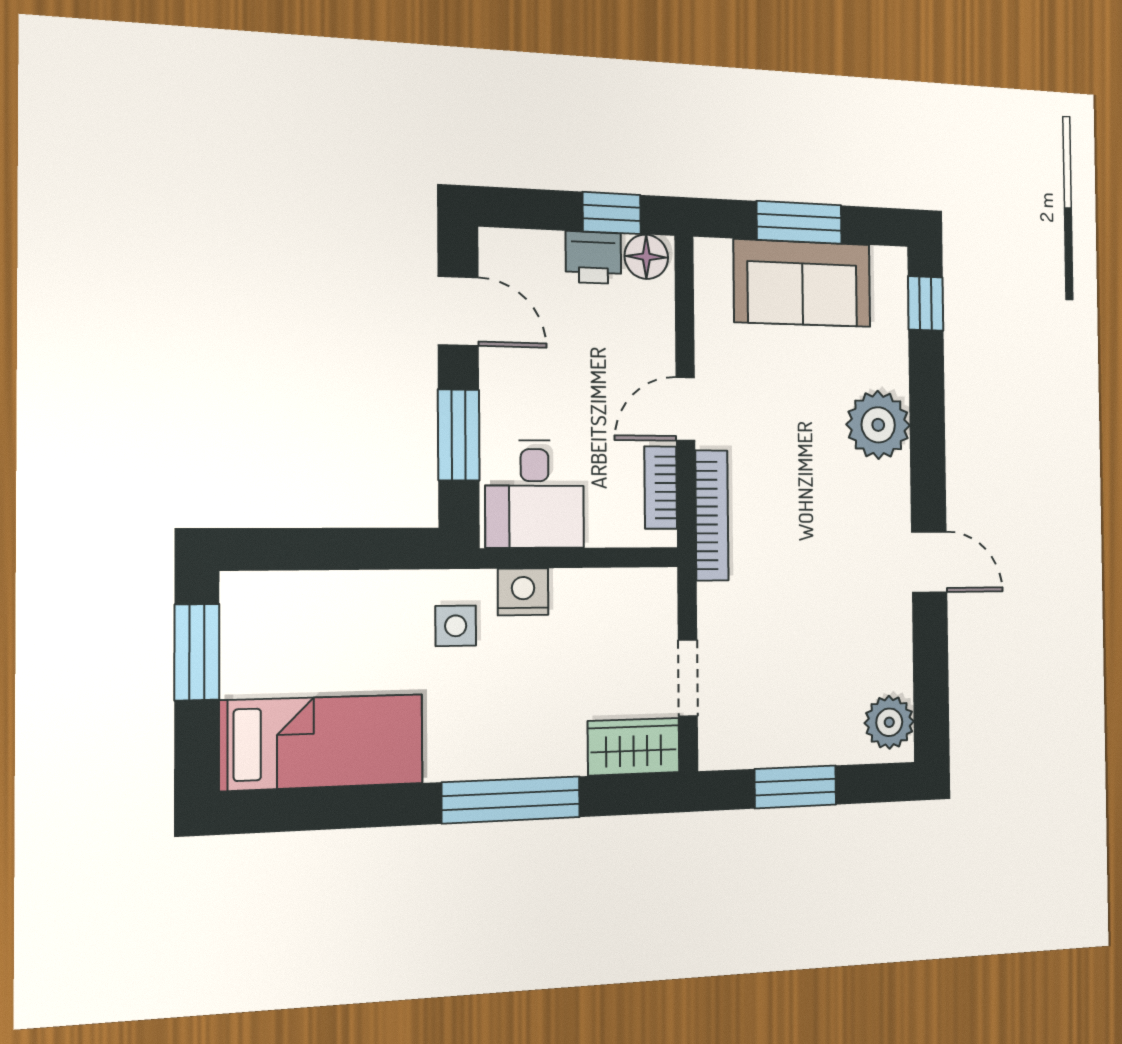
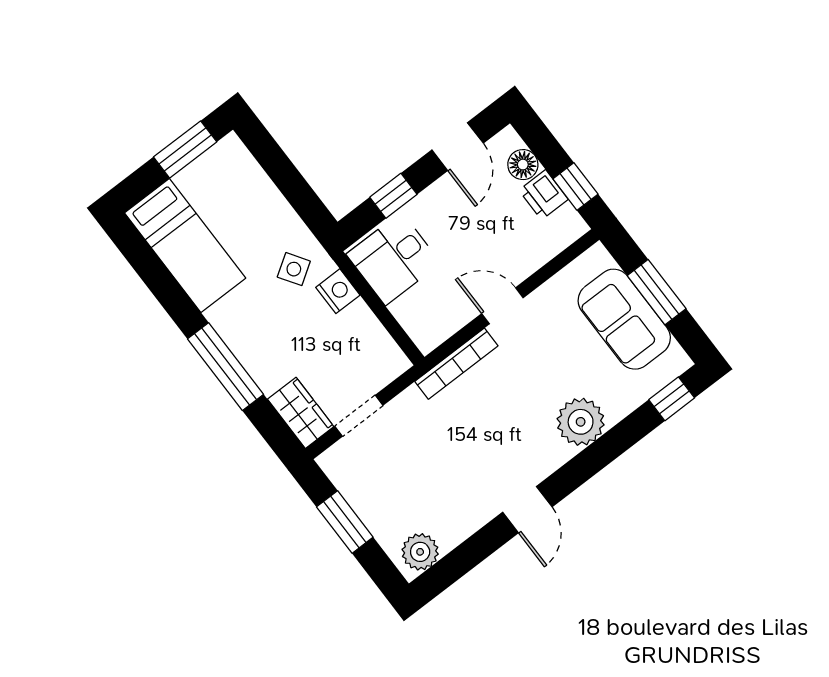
floor lamp: (646, 257) -> (523, 165), moved
window: (459, 435) -> (393, 196), width x0.67
bookcase: (661, 488) -> (449, 324), removed
side table: (456, 626) -> (294, 269), turned -33

